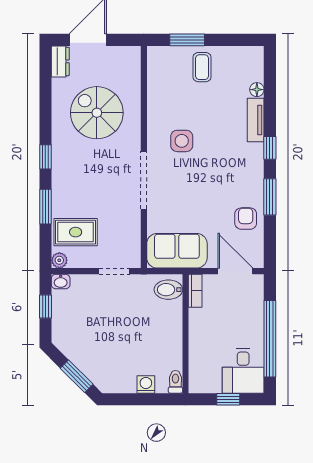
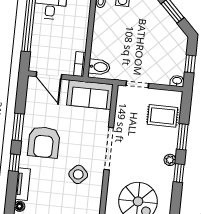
side table: (182, 141) -> (78, 174), turned 45
armchair: (246, 219) -> (44, 142), moved, width x1.88, depth x1.88
plant: (59, 260) -> (170, 160), moved

